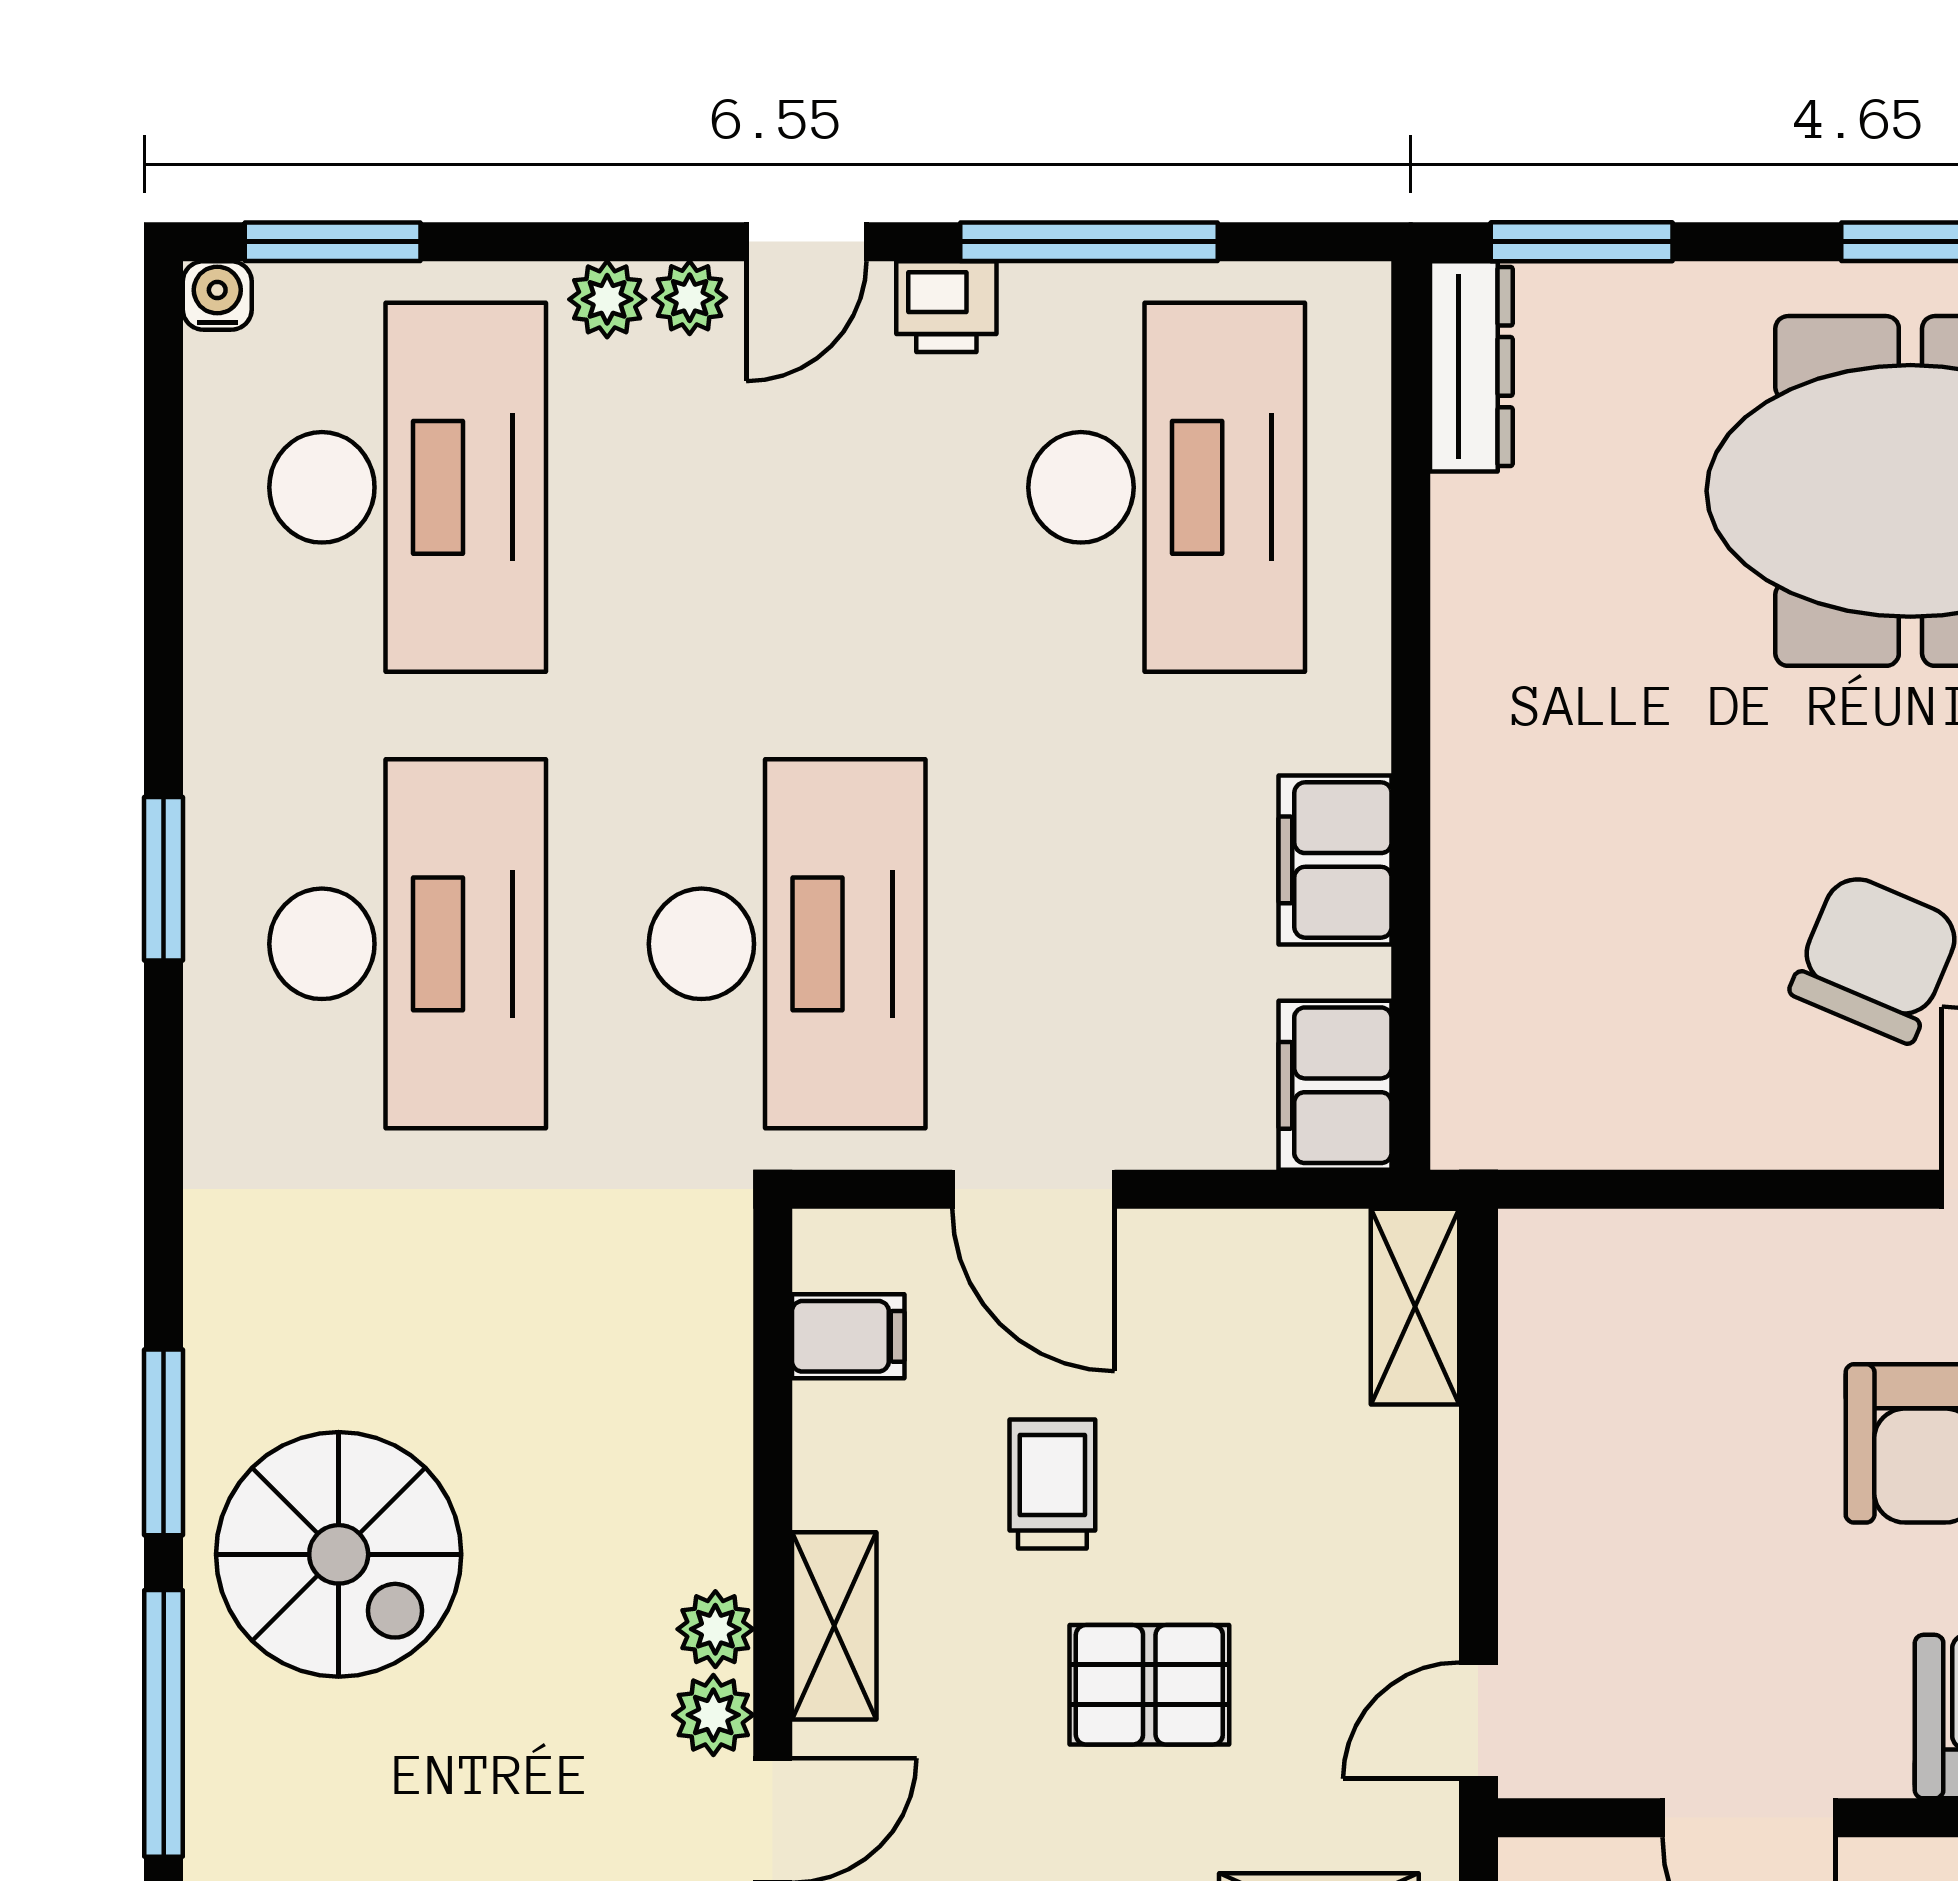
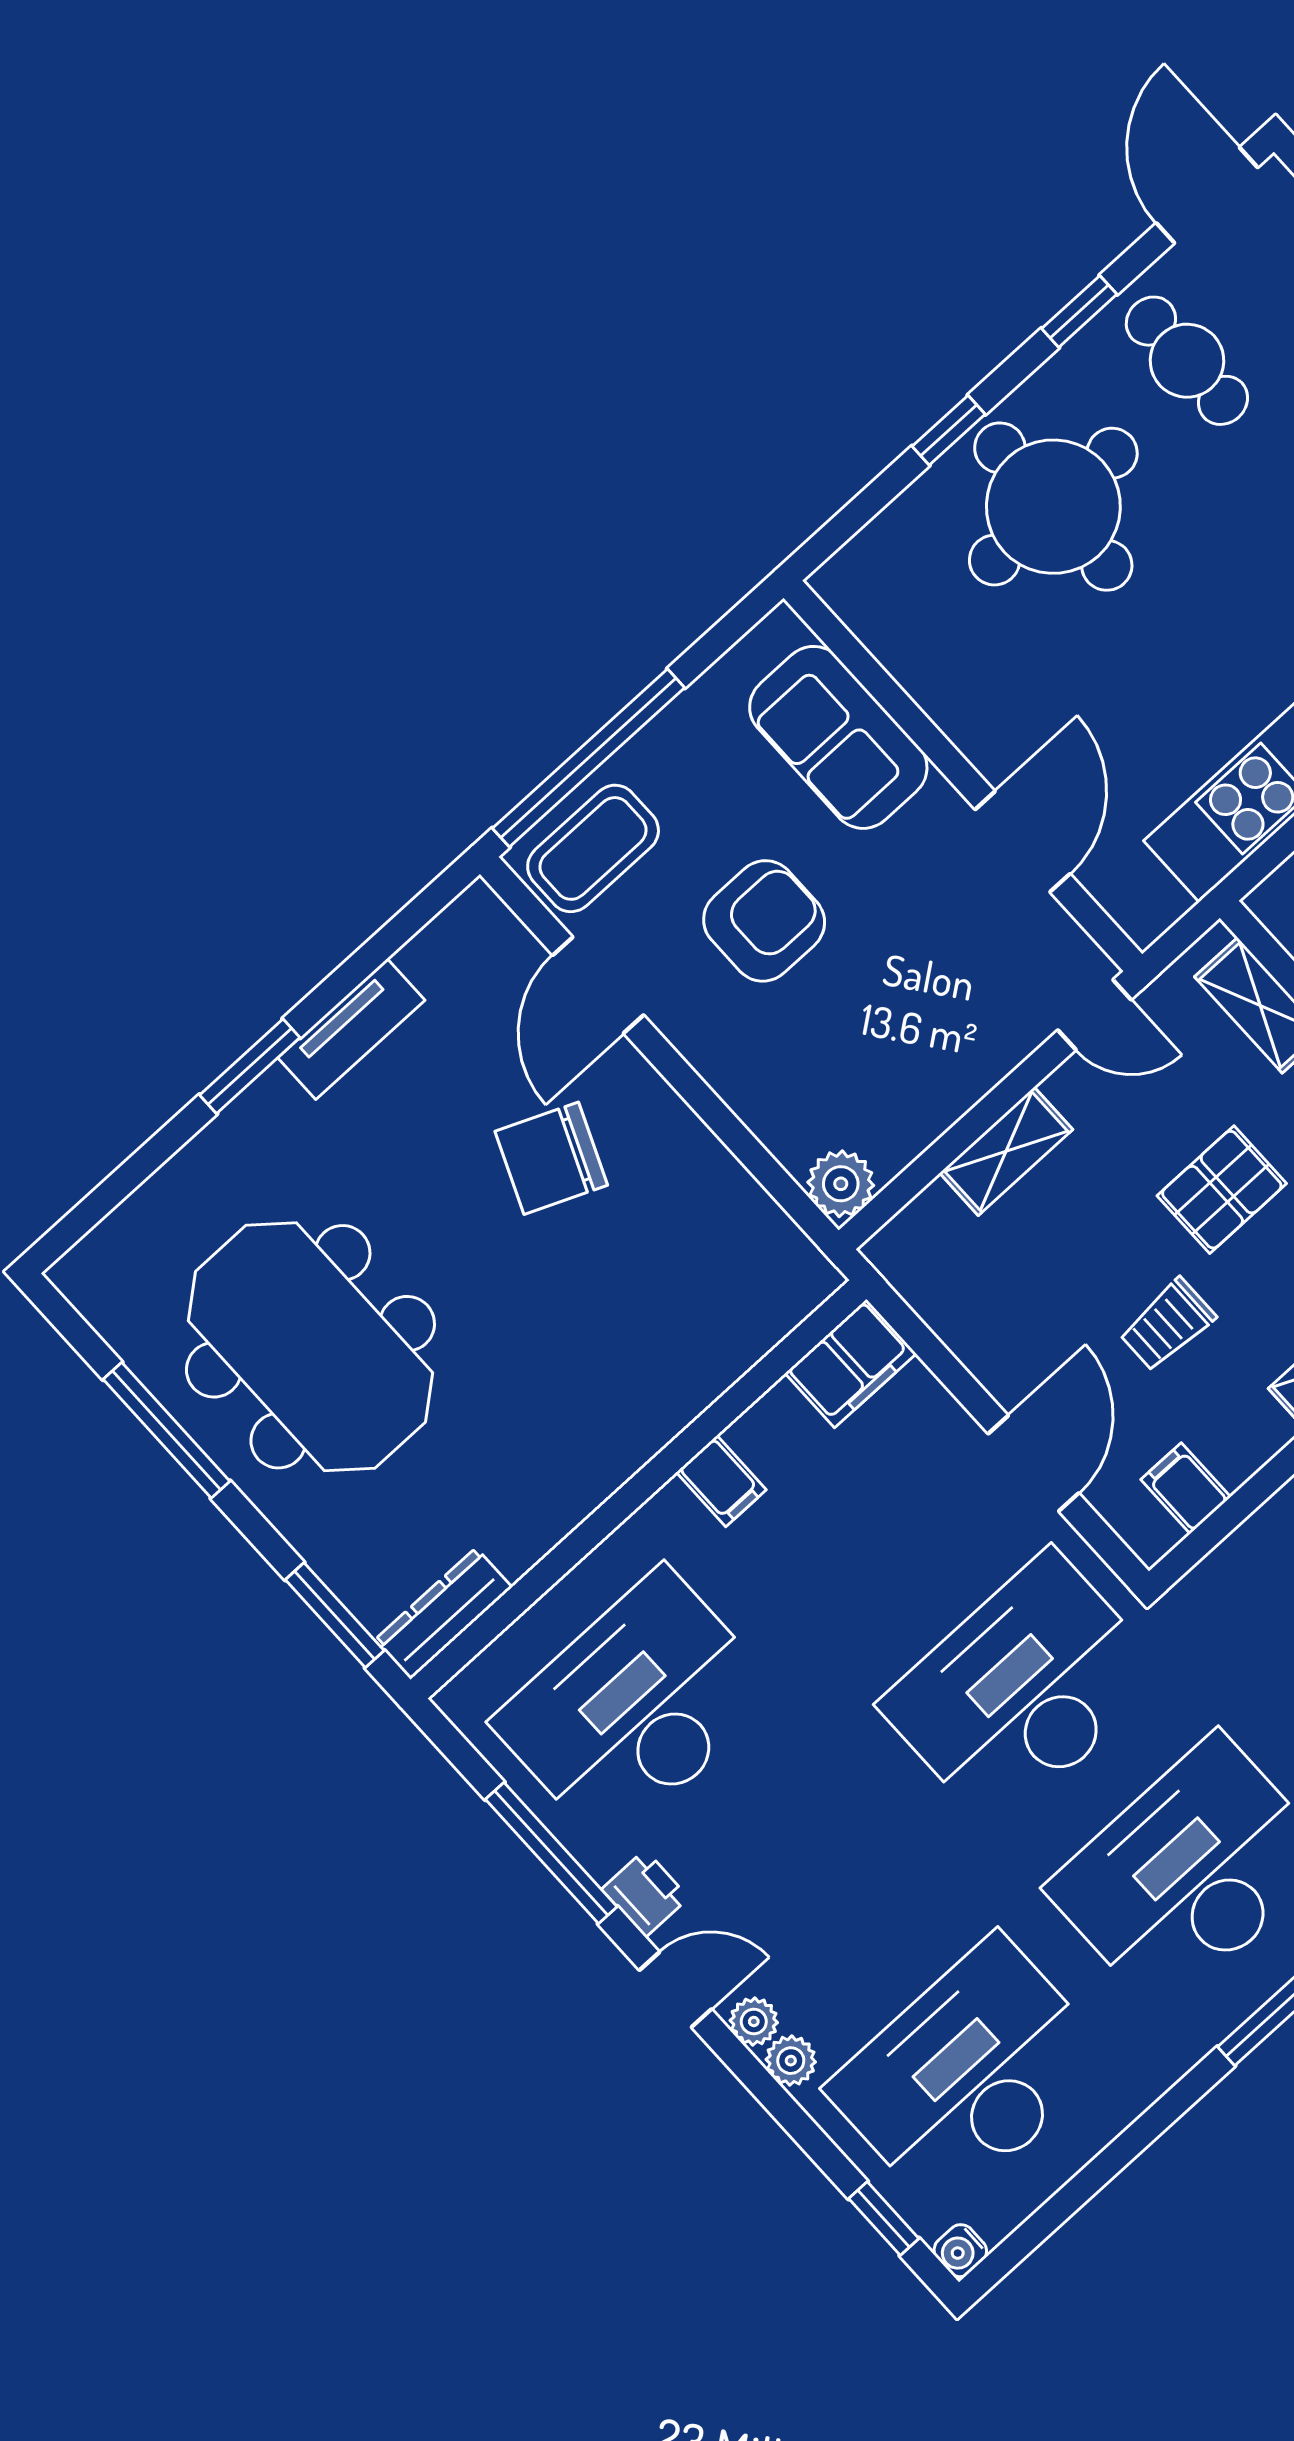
window: (333, 242) -> (884, 2218), width x0.67
filing cabinet: (1335, 860) -> (721, 1481), width x0.50
plant: (1549, 1259) -> (841, 1184), added
shelving: (1415, 1307) -> (1006, 1151), moved
pallet: (1149, 1685) -> (1222, 1190), turned 90

